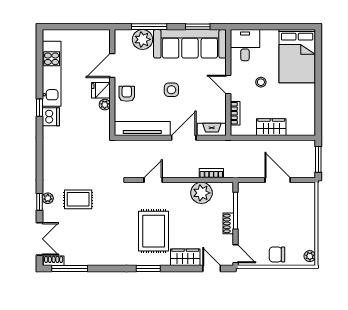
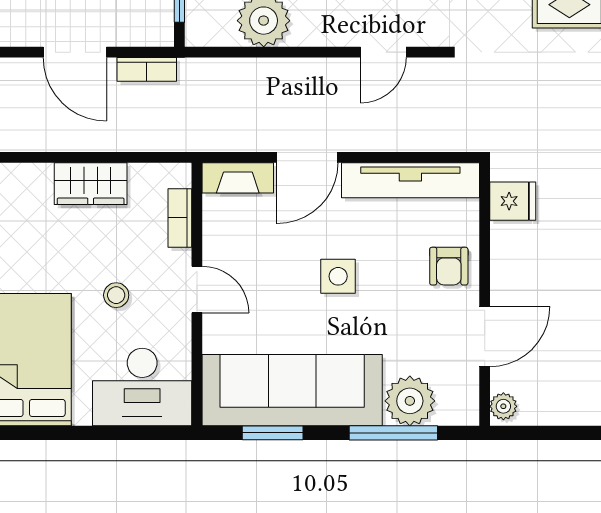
desk: (245, 45) -> (142, 387), width x1.37
fridge: (101, 90) -> (513, 201), moved
plant: (105, 105) -> (503, 406), moved
bookcase: (211, 173) -> (147, 69), moved

